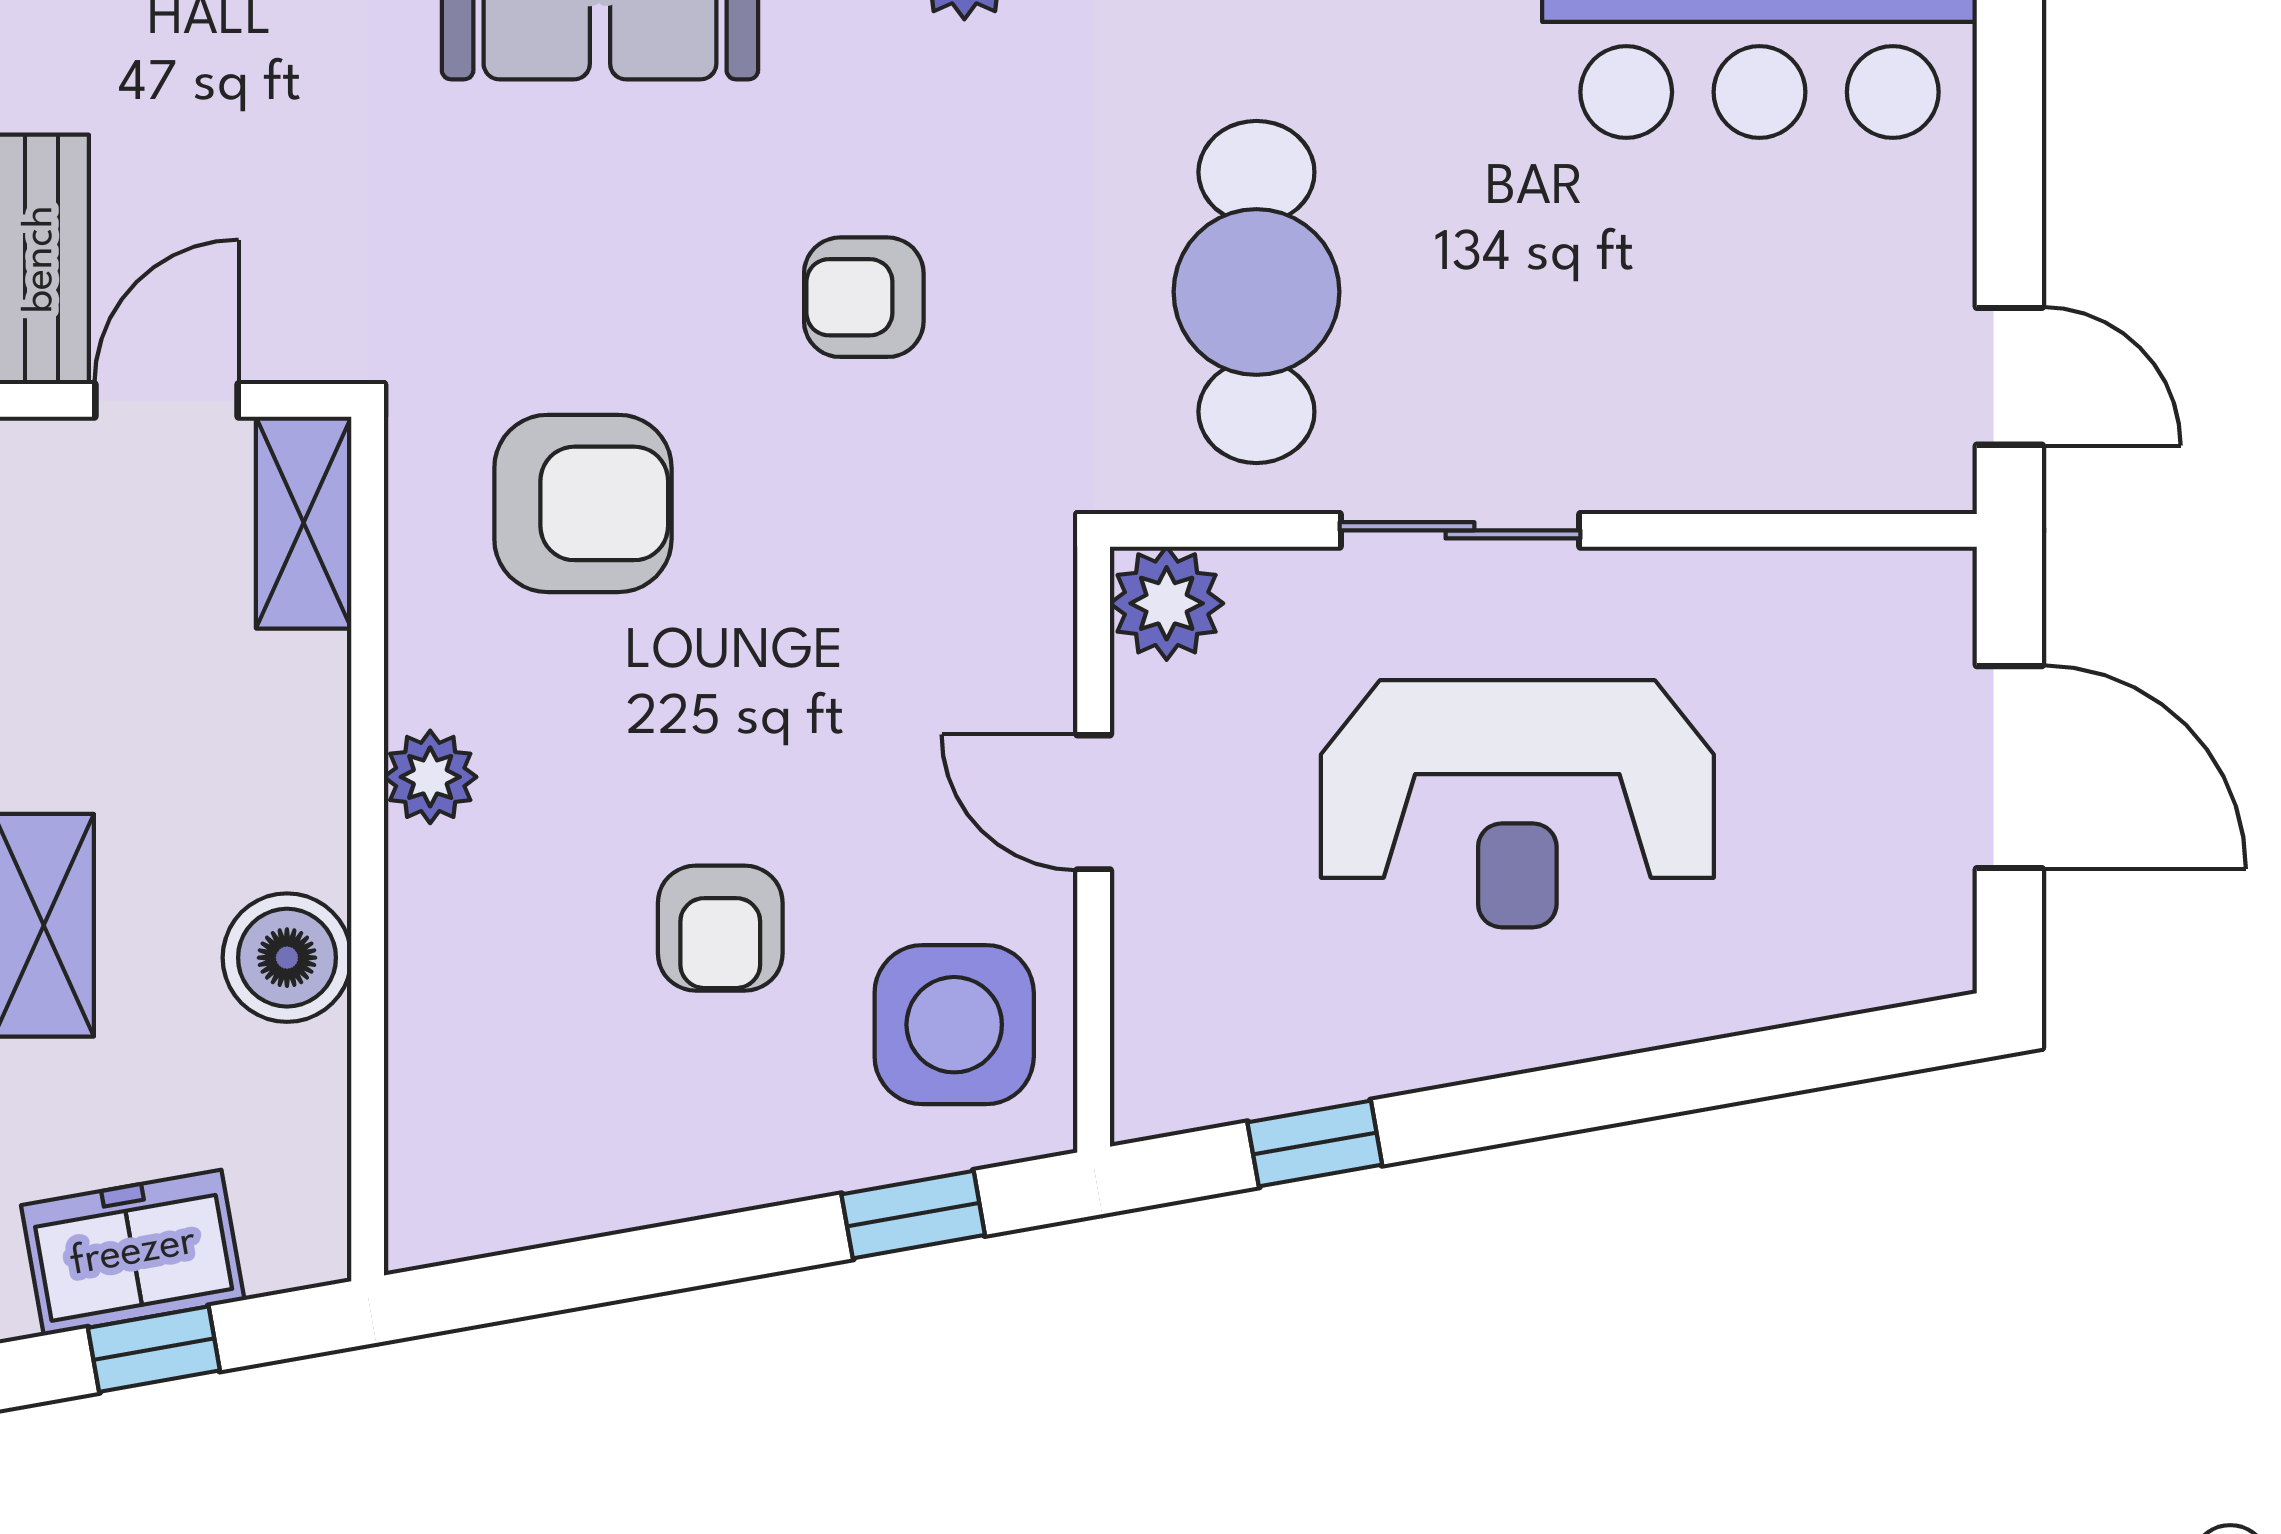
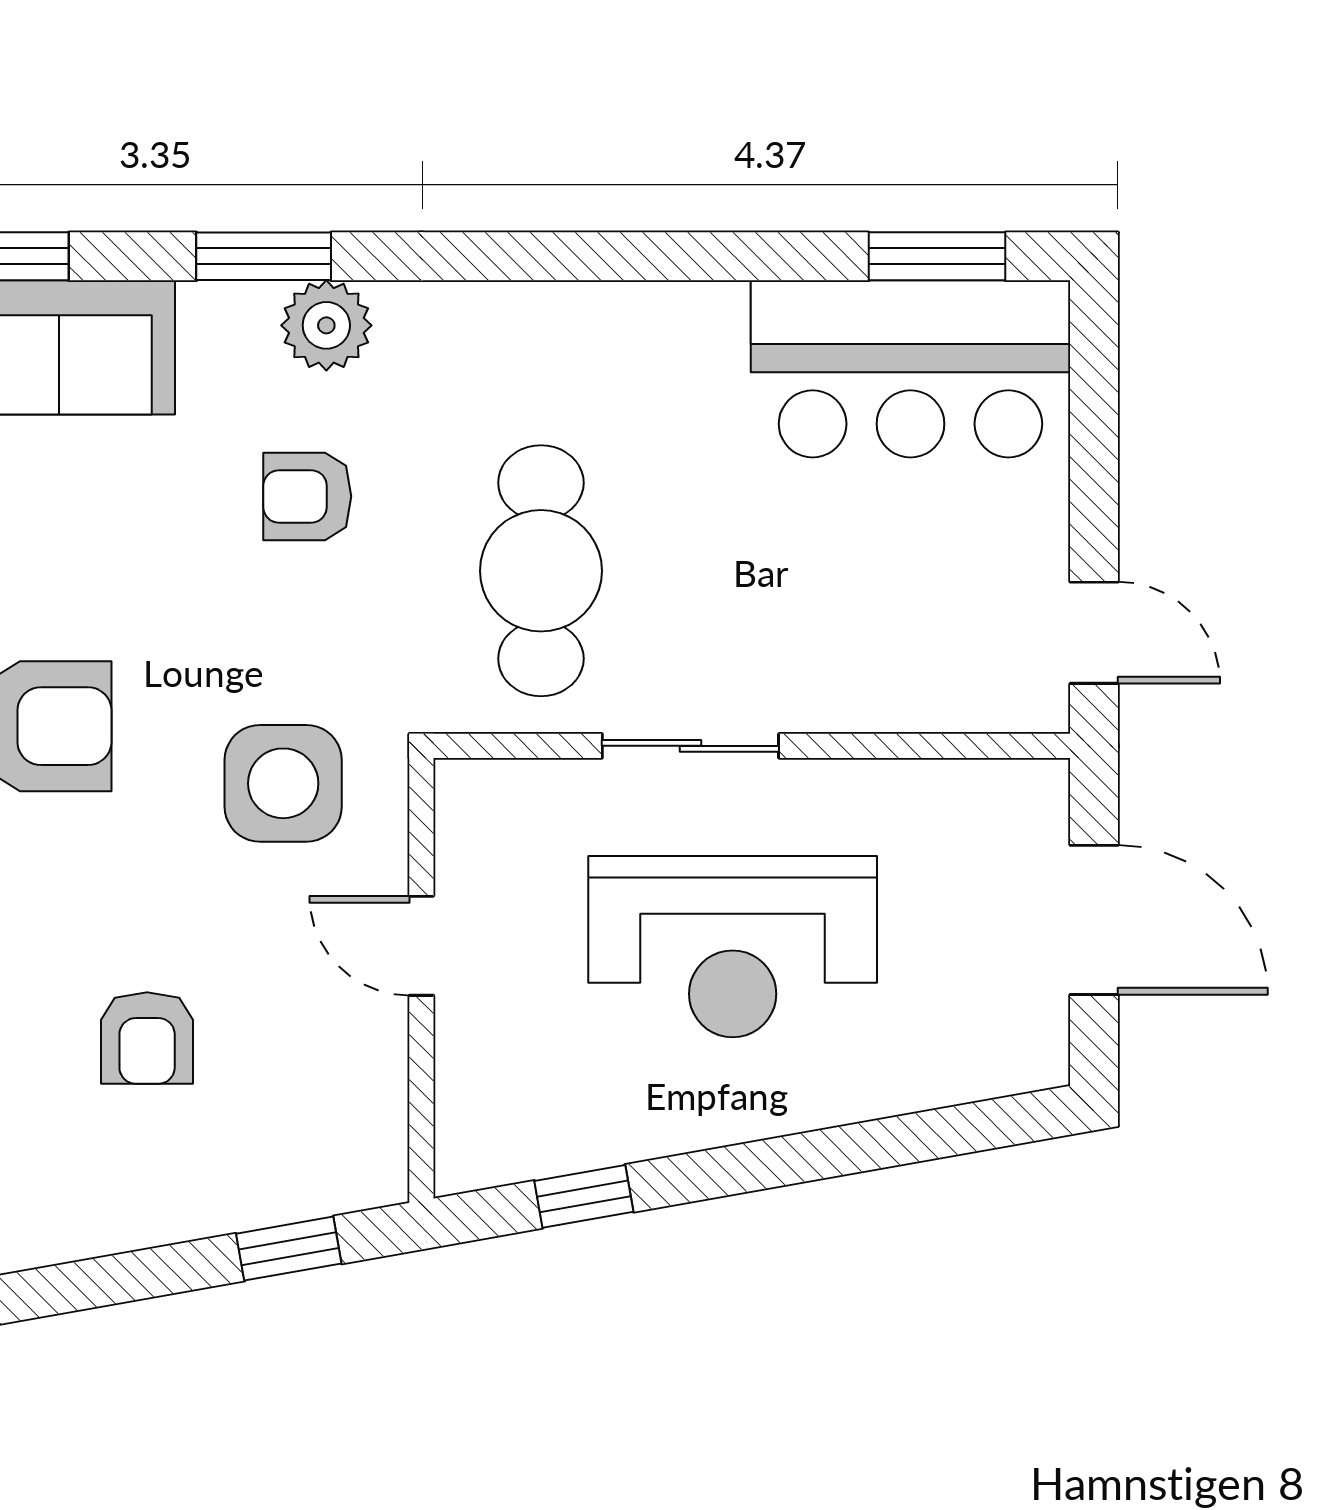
armchair: (864, 297) -> (307, 496), moved
plant: (1167, 603) -> (475, 799), removed
side table: (954, 1025) -> (283, 783), moved

